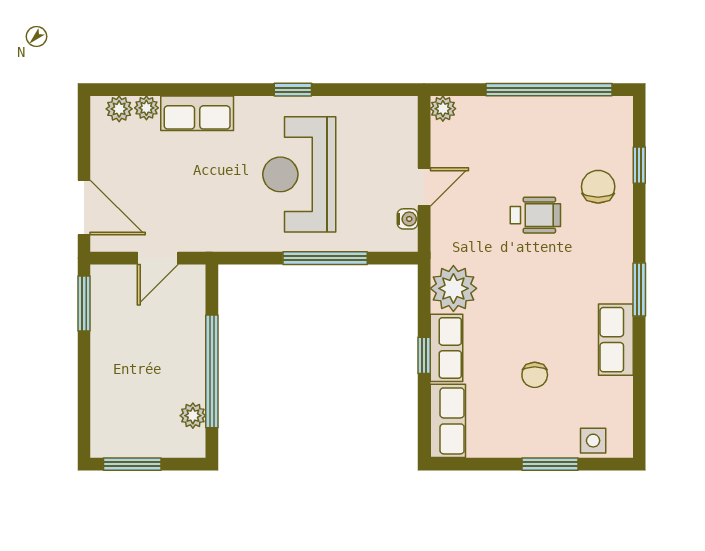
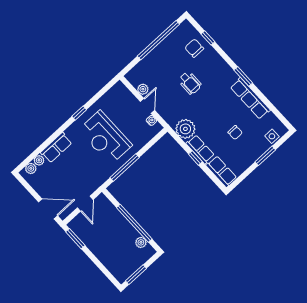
plant: (443, 109) -> (143, 89), moved
chair: (598, 187) -> (194, 48), moved
wheelchair: (535, 215) -> (190, 83), turned 90
window: (325, 258) -> (125, 167), moved
row of seats: (616, 340) -> (250, 99), width x1.48

